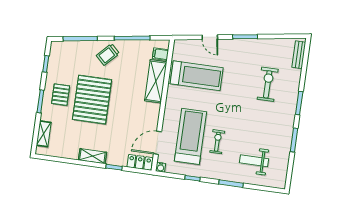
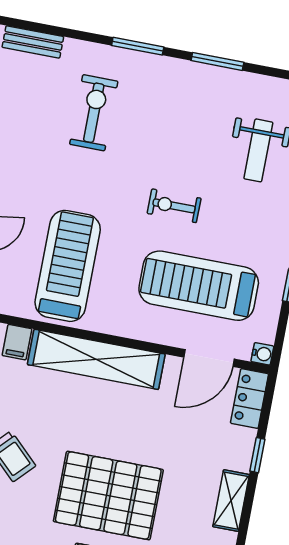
shelving: (156, 81) -> (96, 359), width x1.47
exercise bike: (268, 84) -> (94, 113), turned 90
exercise bike: (217, 142) -> (174, 206), moved
door: (158, 143) -> (209, 358), hinge flipped

